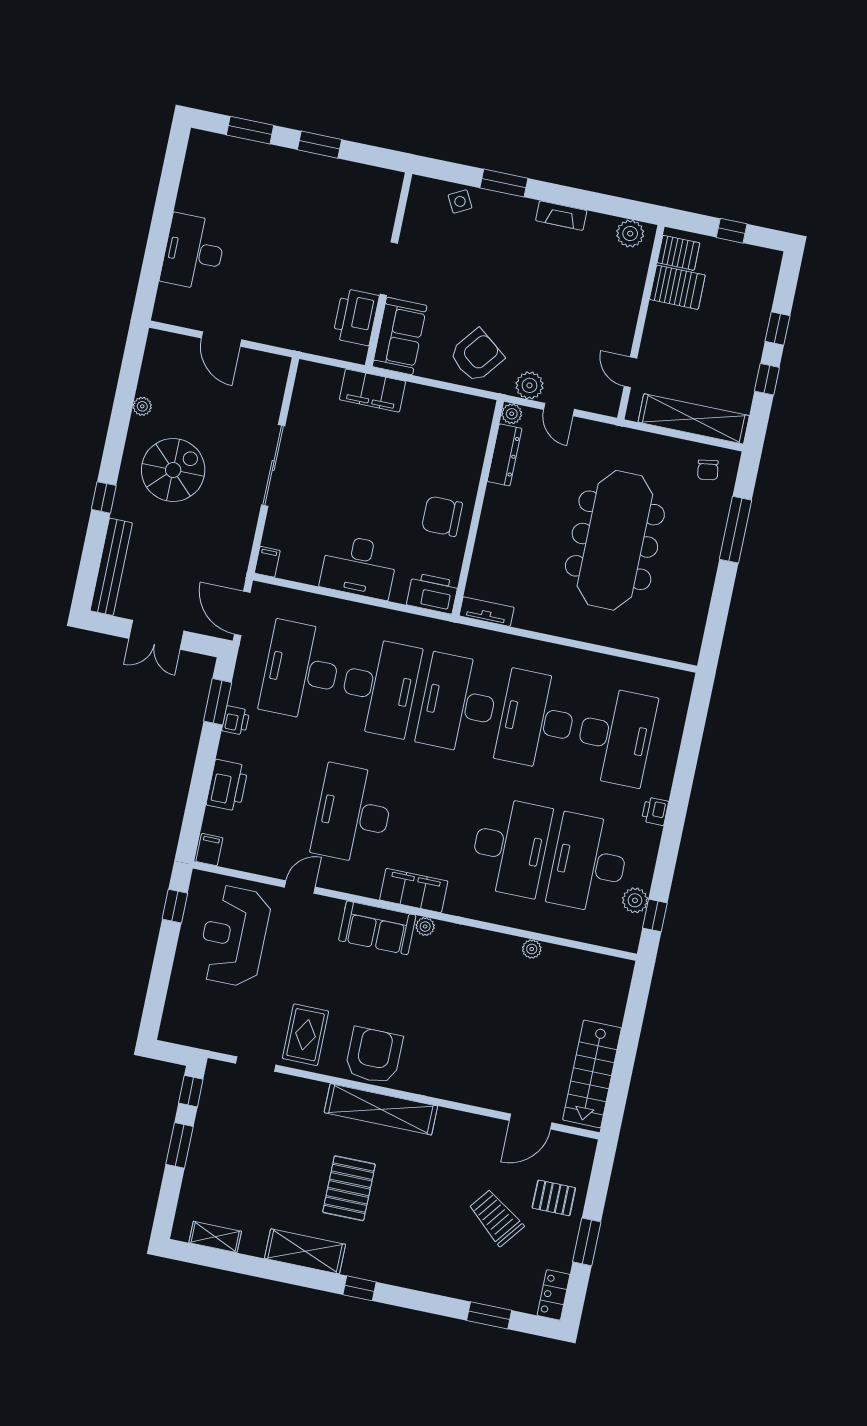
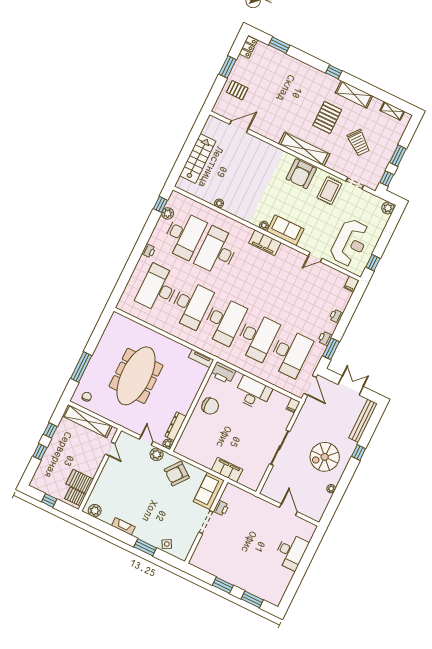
printer: (356, 317) -> (221, 508), width x0.53, depth x0.68
desk: (380, 687) -> (257, 337), turned 180
printer: (227, 785) -> (336, 316), width x0.53, depth x0.68
desk: (353, 814) -> (283, 284), removed
plant: (173, 1029) -> (388, 208), added
stairs: (592, 1074) -> (198, 158), moved
trolley: (496, 1218) -> (359, 143), moved

